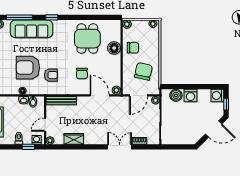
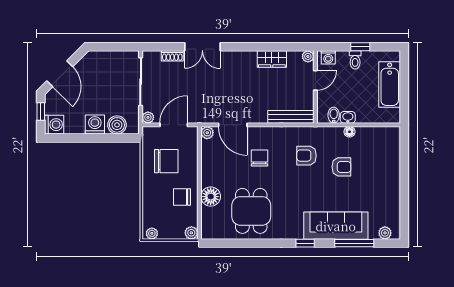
armchair: (28, 68) -> (341, 167), width x0.53, depth x0.53
chair: (143, 71) -> (166, 161), turned -103
door: (214, 129) -> (60, 74), swing flipped
window: (28, 147) -> (360, 47), moved

